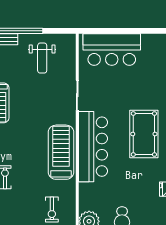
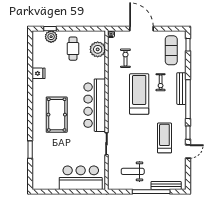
weight bench: (42, 58) -> (133, 171), turned -90
treadmill: (61, 152) -> (139, 94), moved, turned 180

